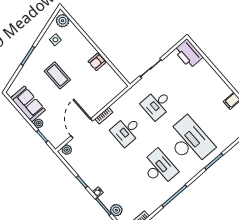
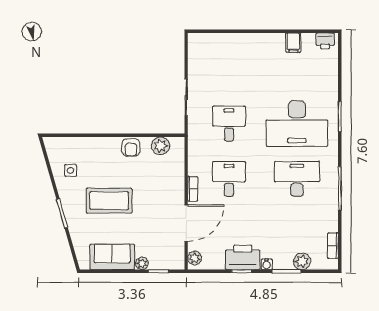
plant: (63, 21) -> (161, 146), moved
printer: (188, 54) -> (243, 257), moved, turned 180
coffee table: (57, 75) -> (109, 201), width x1.36, depth x1.32
desk: (157, 104) -> (229, 124), turned 180
door: (82, 128) -> (186, 223), swing flipped
desk: (127, 131) -> (229, 179), turned 180
desk: (189, 141) -> (297, 124), turned 180

